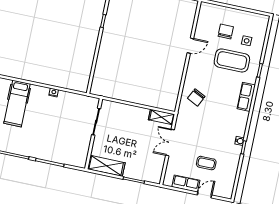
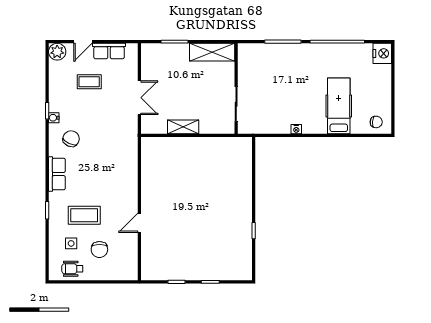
wheelchair: (250, 21) -> (72, 269), added
coffee table: (232, 60) -> (84, 215), width x0.73, depth x0.76
chair: (196, 97) -> (71, 139), moved
shelving: (162, 117) -> (183, 127), moved
plant: (226, 191) -> (57, 52), added

